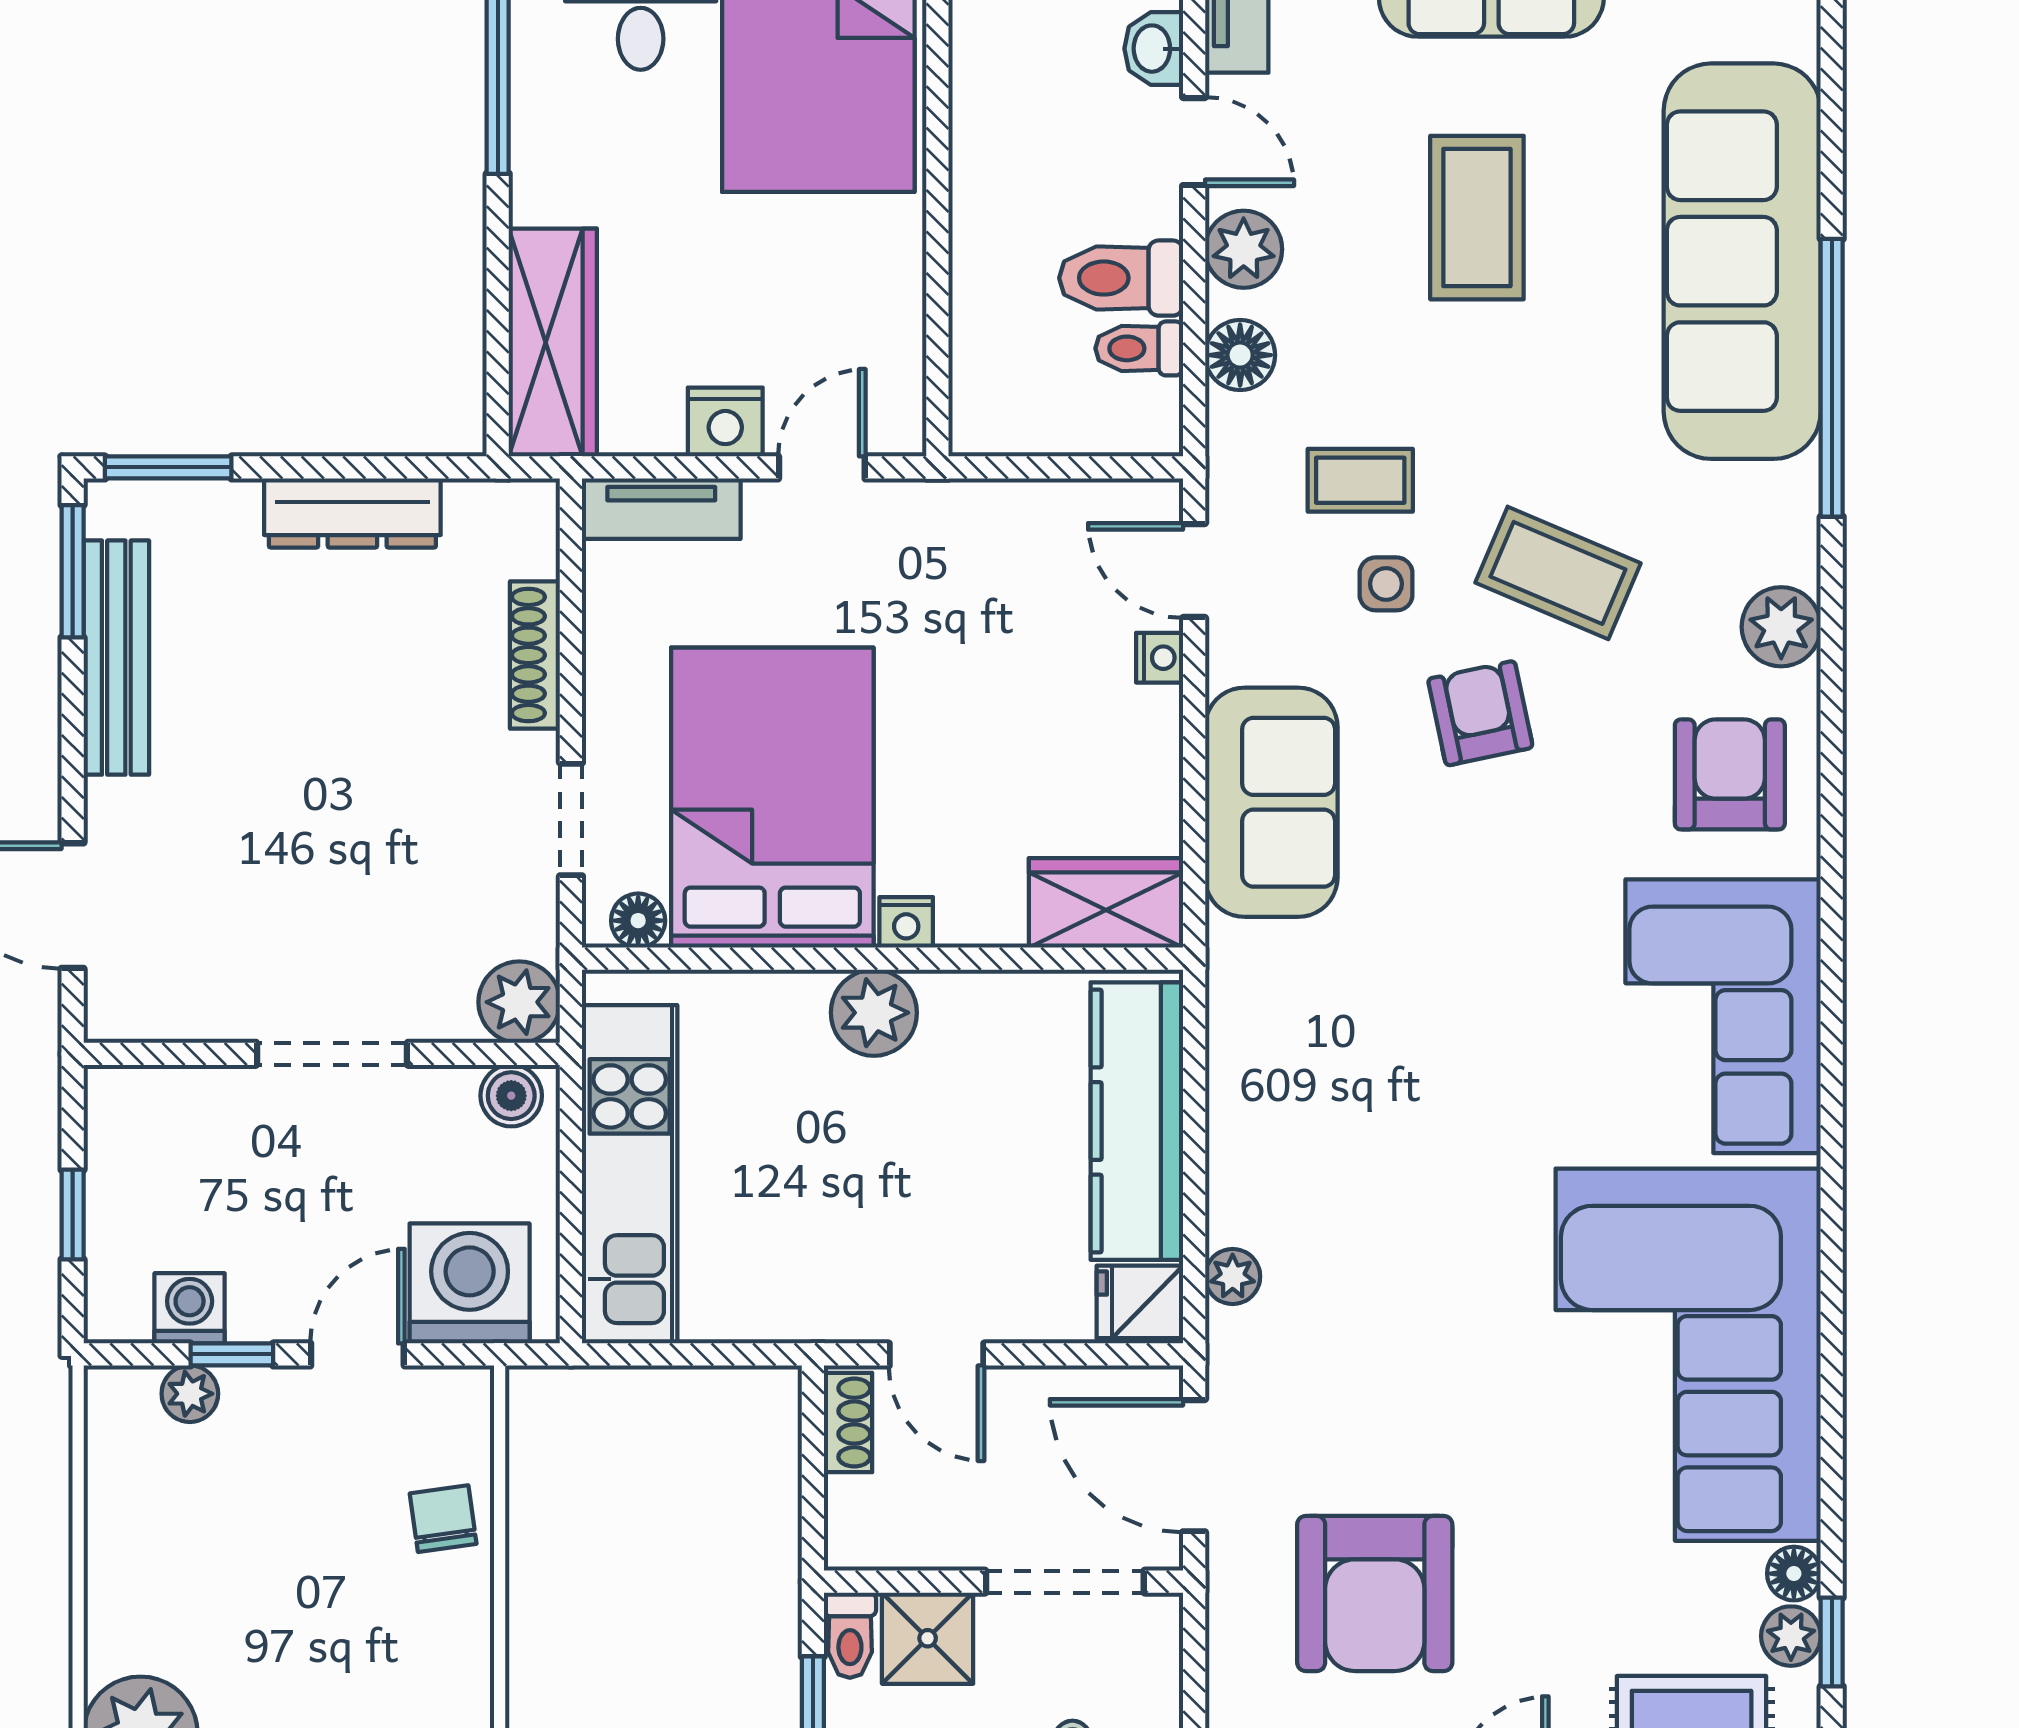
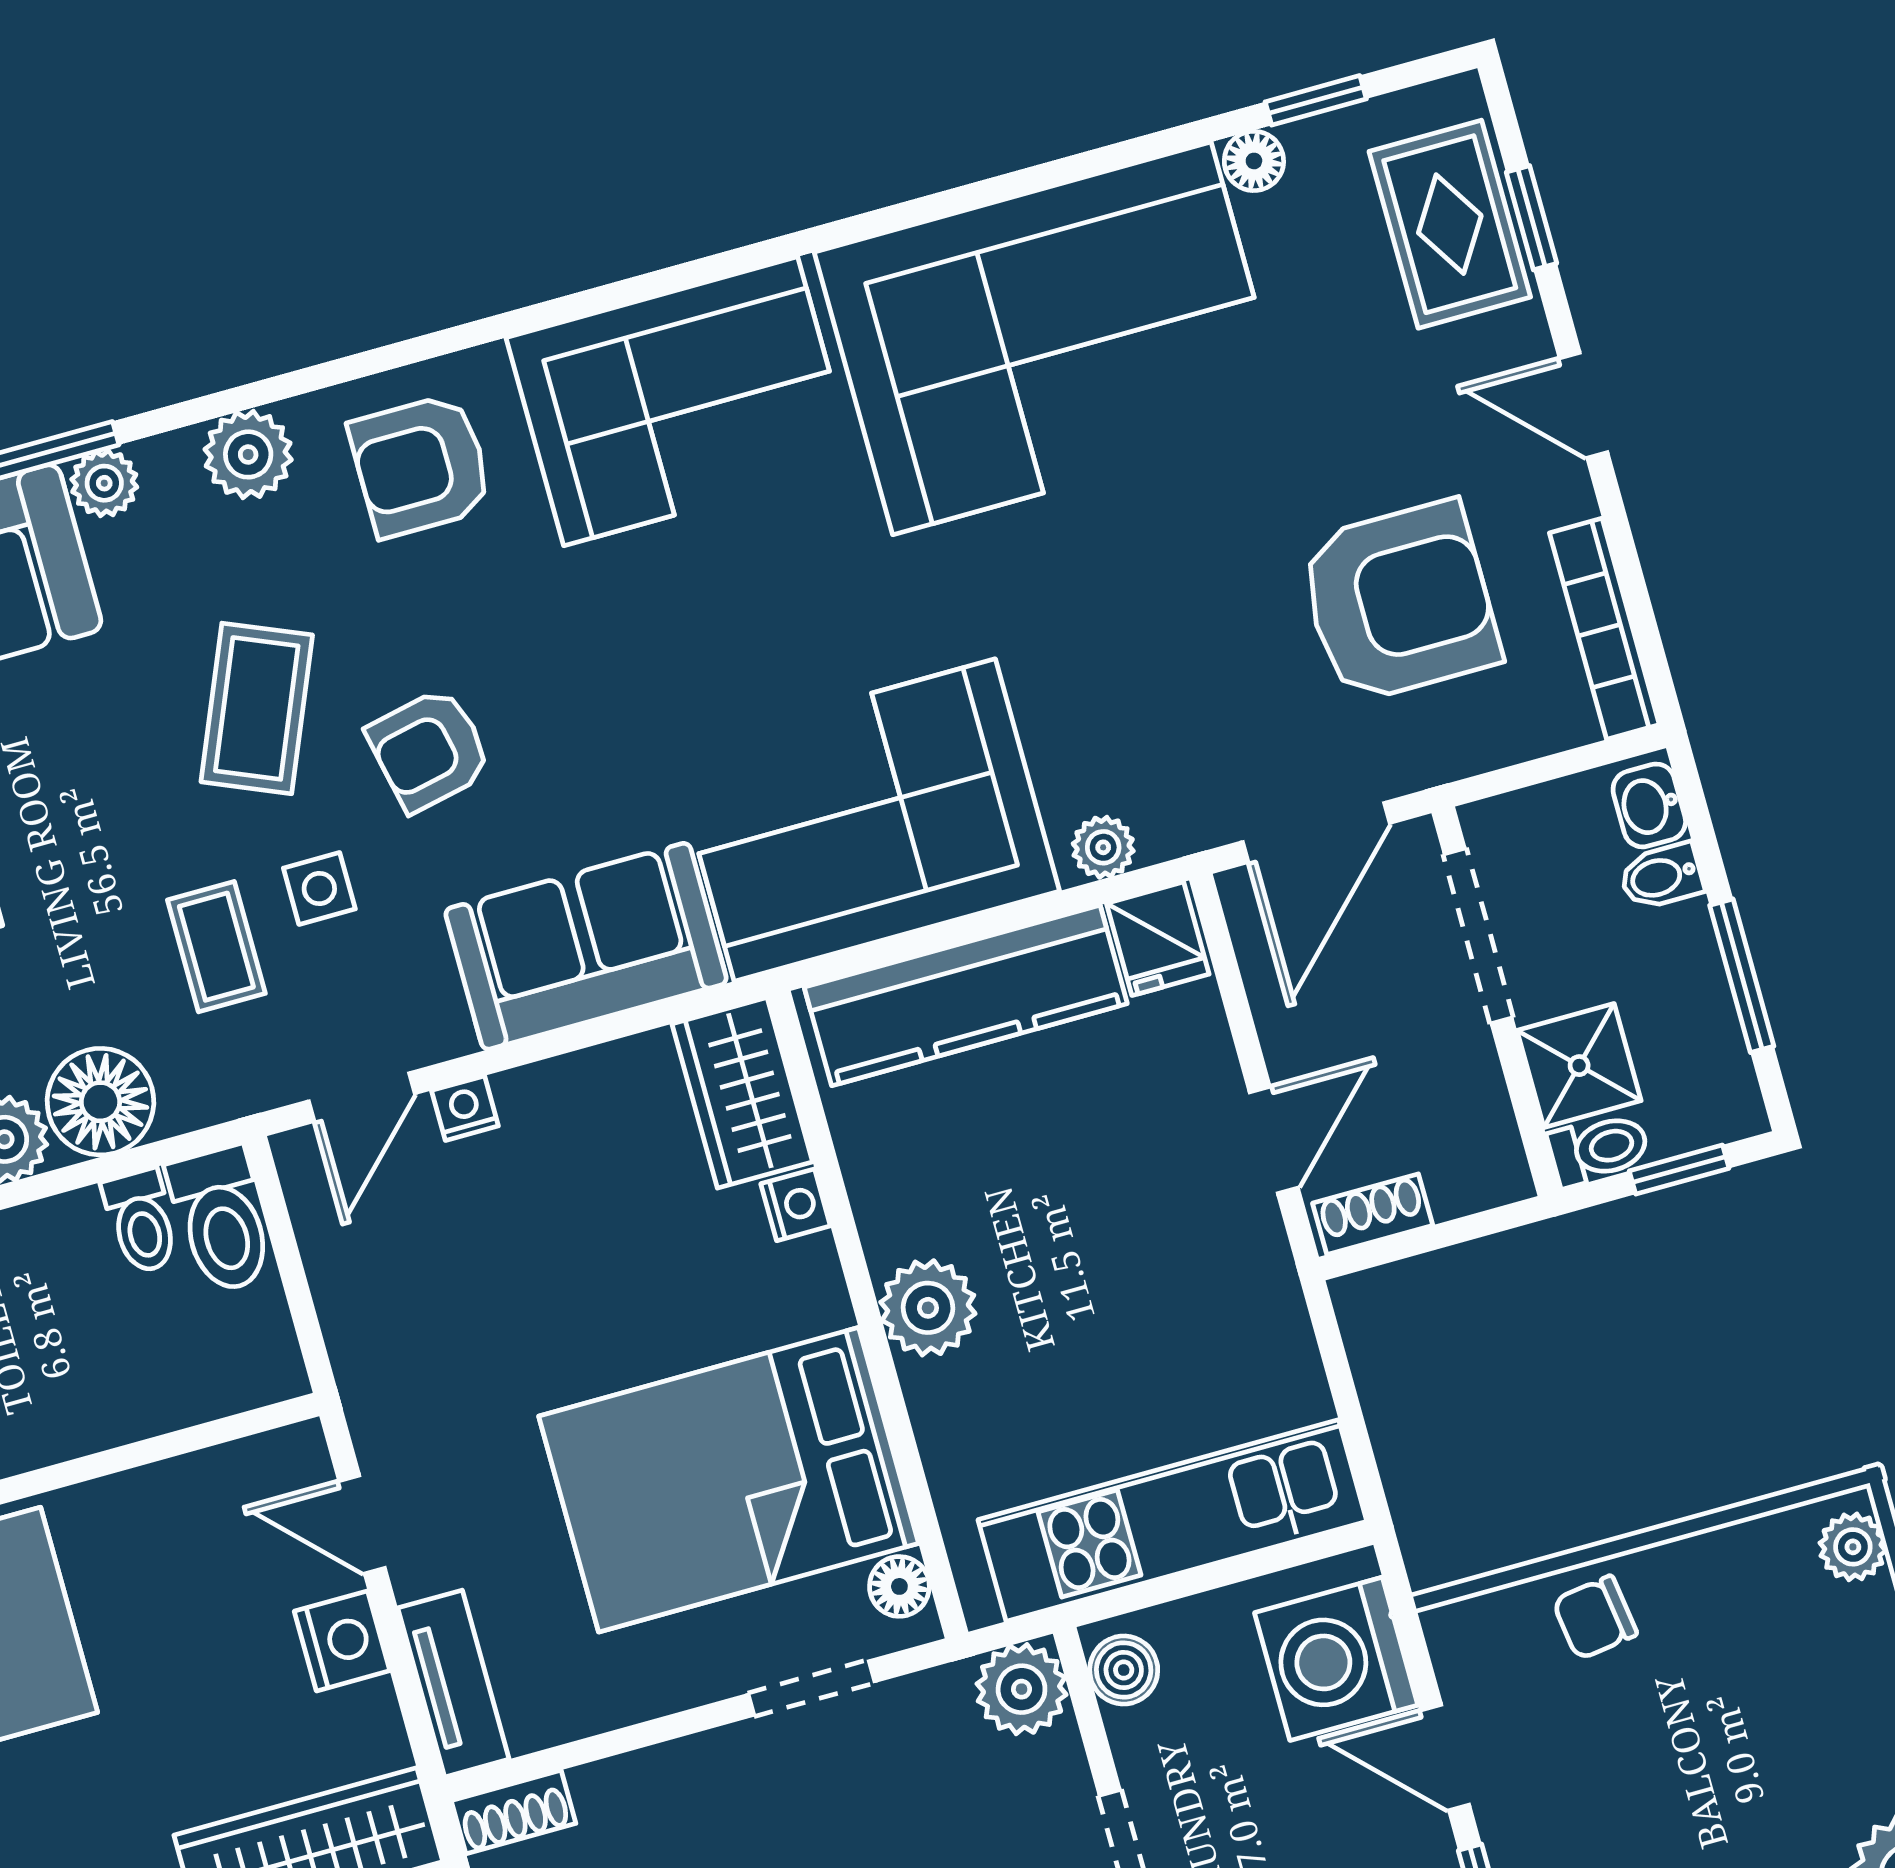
toilet: (1121, 278) -> (222, 1220), moved
floor lamp: (1240, 355) -> (100, 1102), width x1.38, depth x1.38
shoe rack: (535, 655) -> (514, 1812), moved, width x0.70
nightstand: (906, 922) -> (796, 1205), moved
corner sofa: (1314, 1075) -> (865, 820), added
plant: (1791, 1636) -> (104, 483), moved

